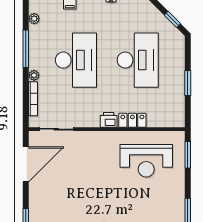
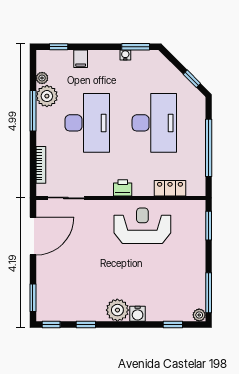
plant: (34, 75) -> (47, 96), moved, width x1.87, depth x1.87
window: (188, 83) -> (209, 148), width x2.11
locker: (132, 120) -> (170, 188), moved
reception desk: (146, 161) -> (142, 226), moved, turned 180

